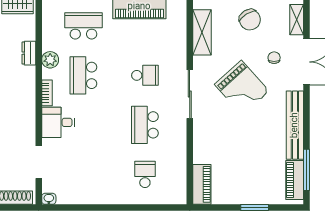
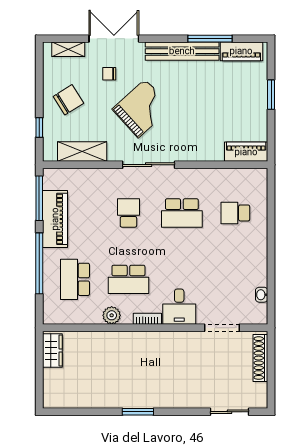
dresser: (29, 53) -> (104, 338), removed
window: (307, 170) -> (210, 39), moved
washbasin: (49, 199) -> (262, 295), moved

